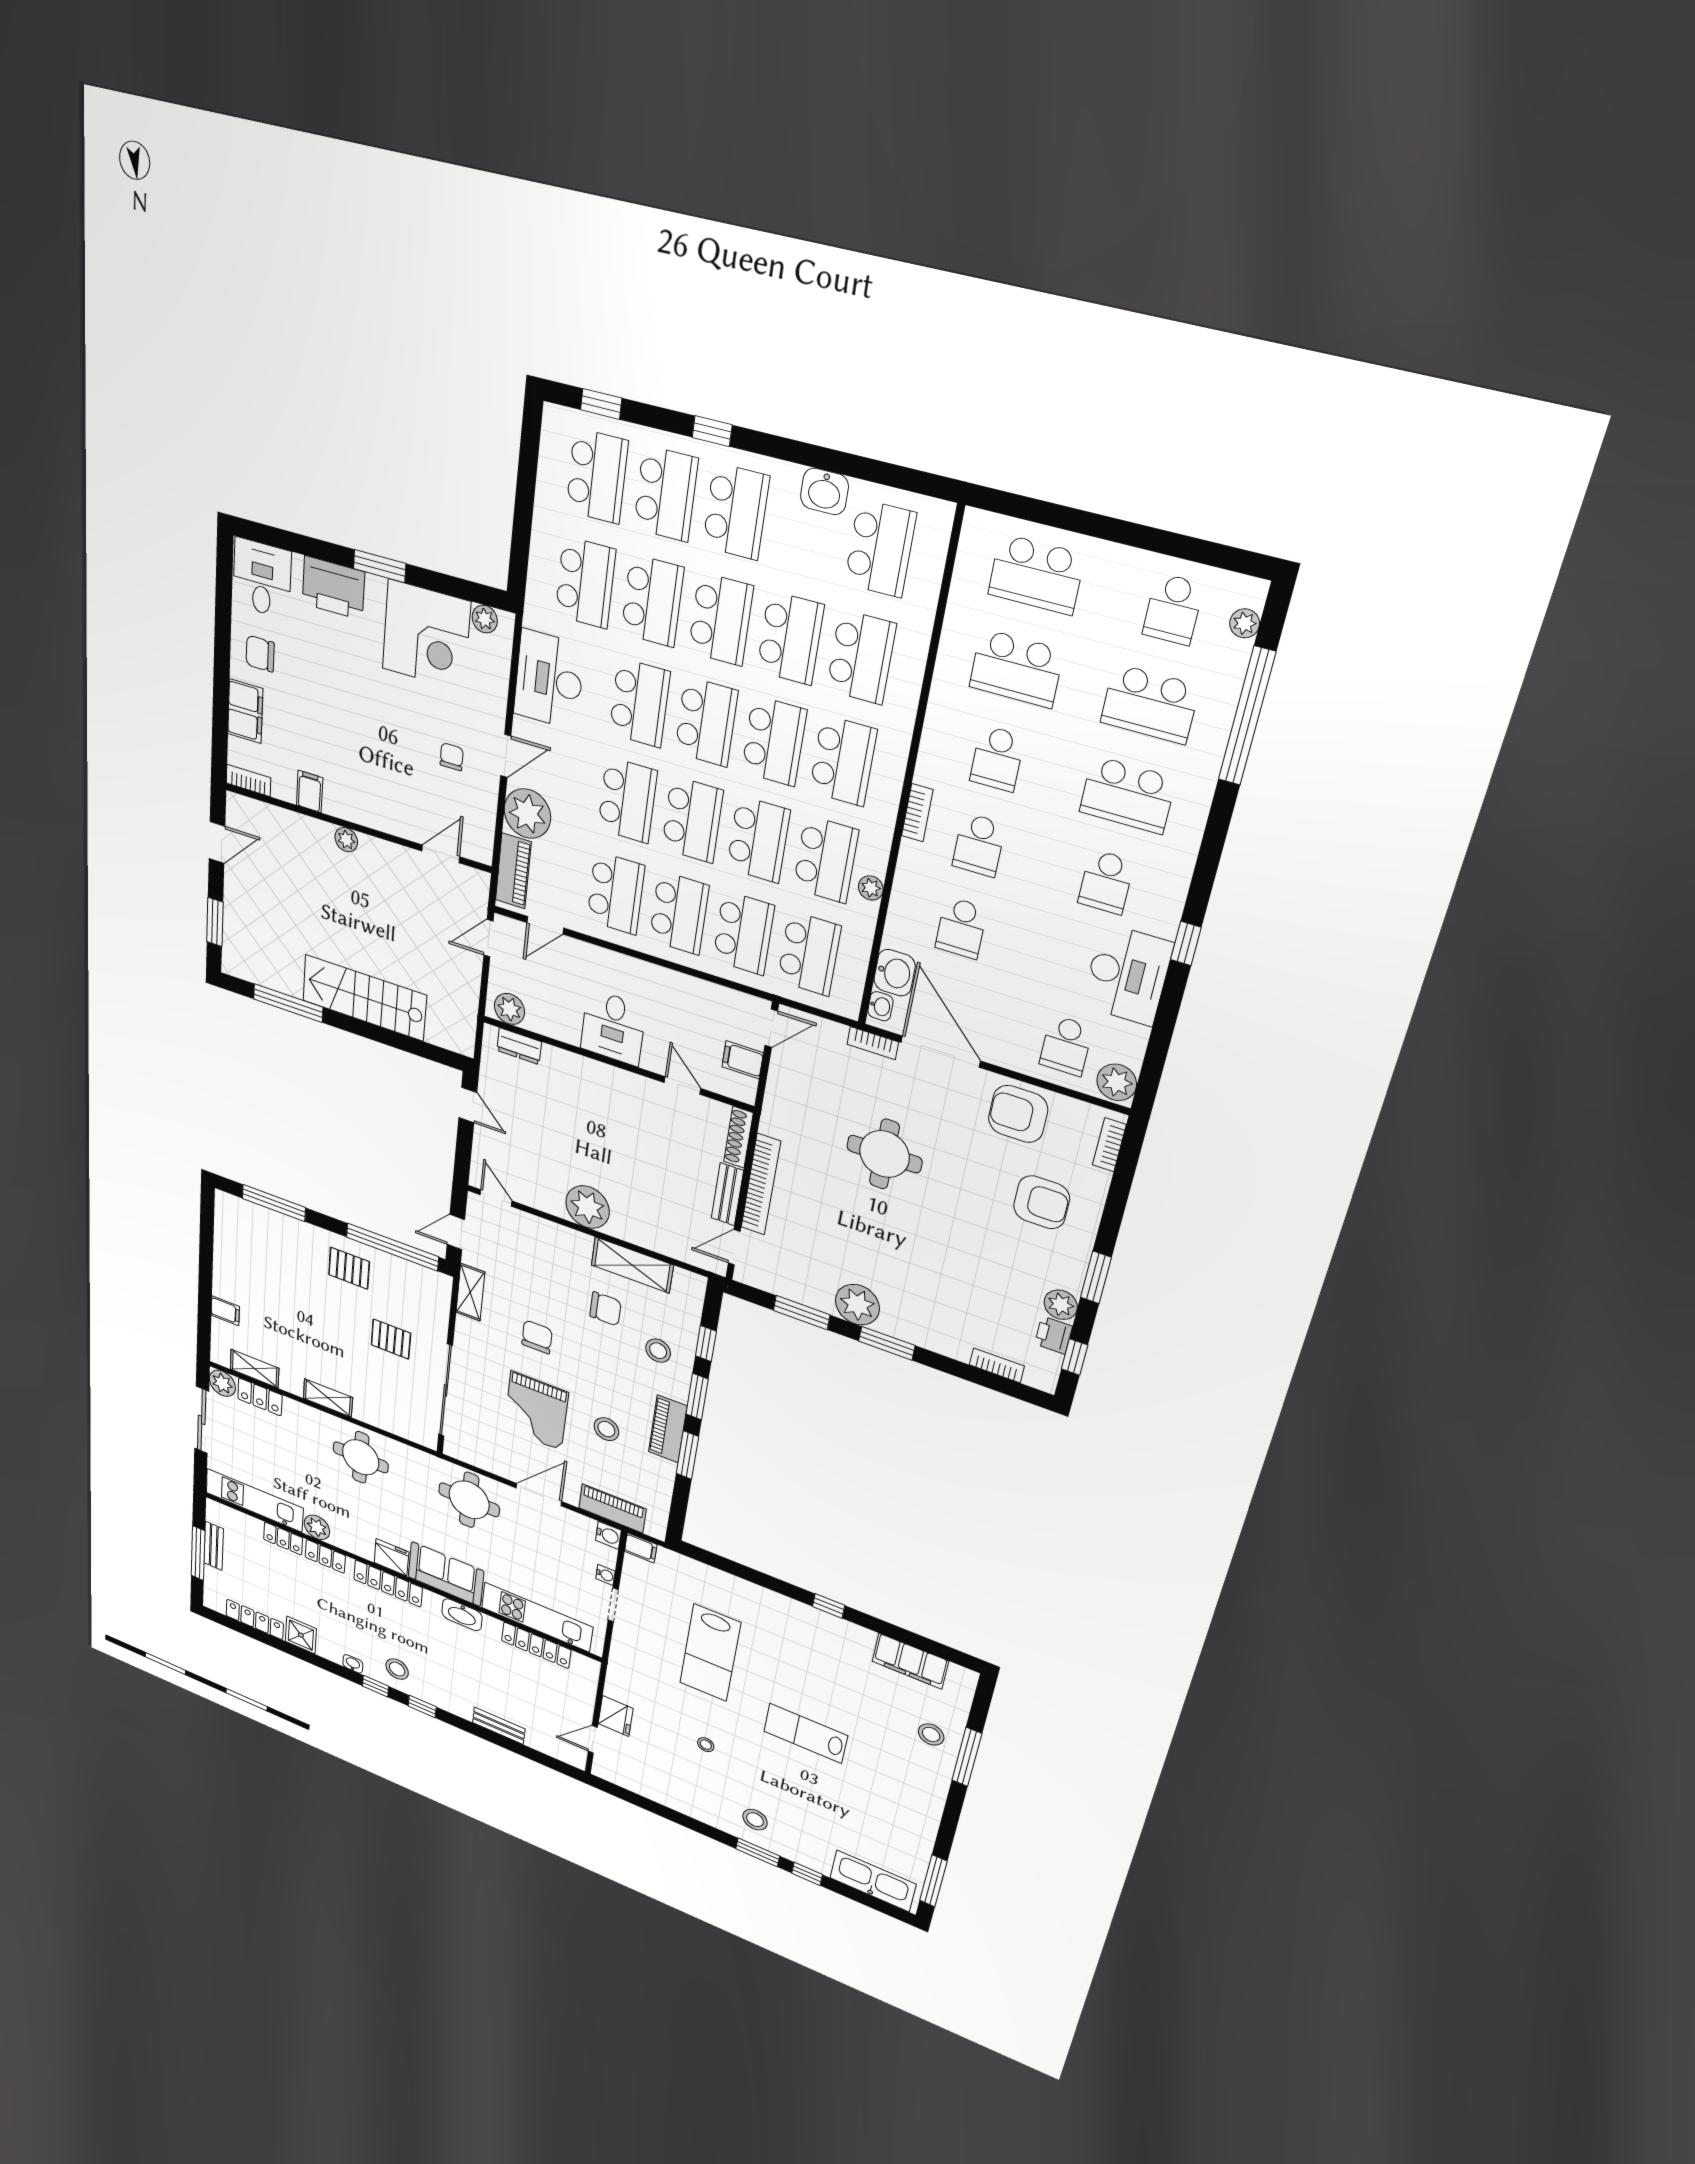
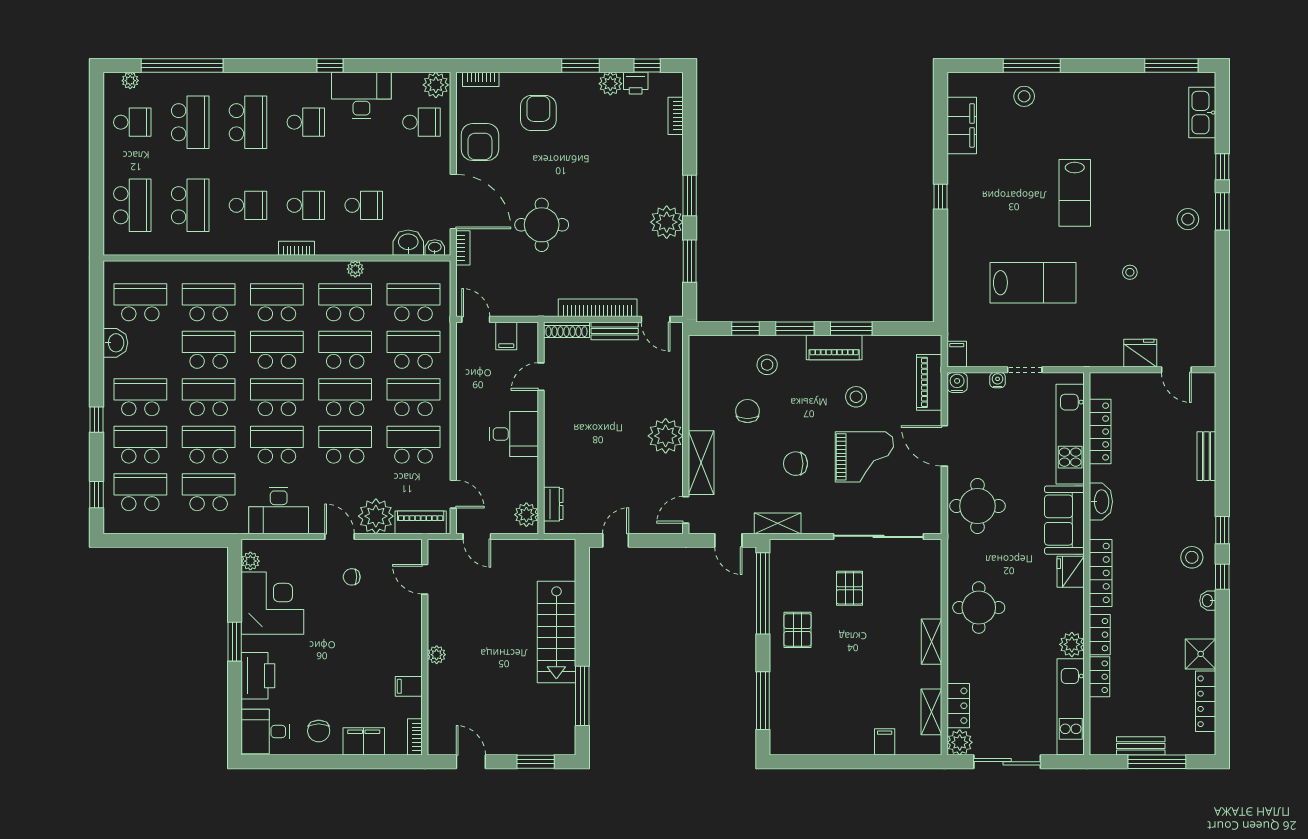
door: (941, 1052) -> (453, 202), swing flipped
shelving: (632, 1265) -> (701, 463), moved
kitchen sink: (873, 1881) -> (1202, 113), width x0.73, depth x0.81

